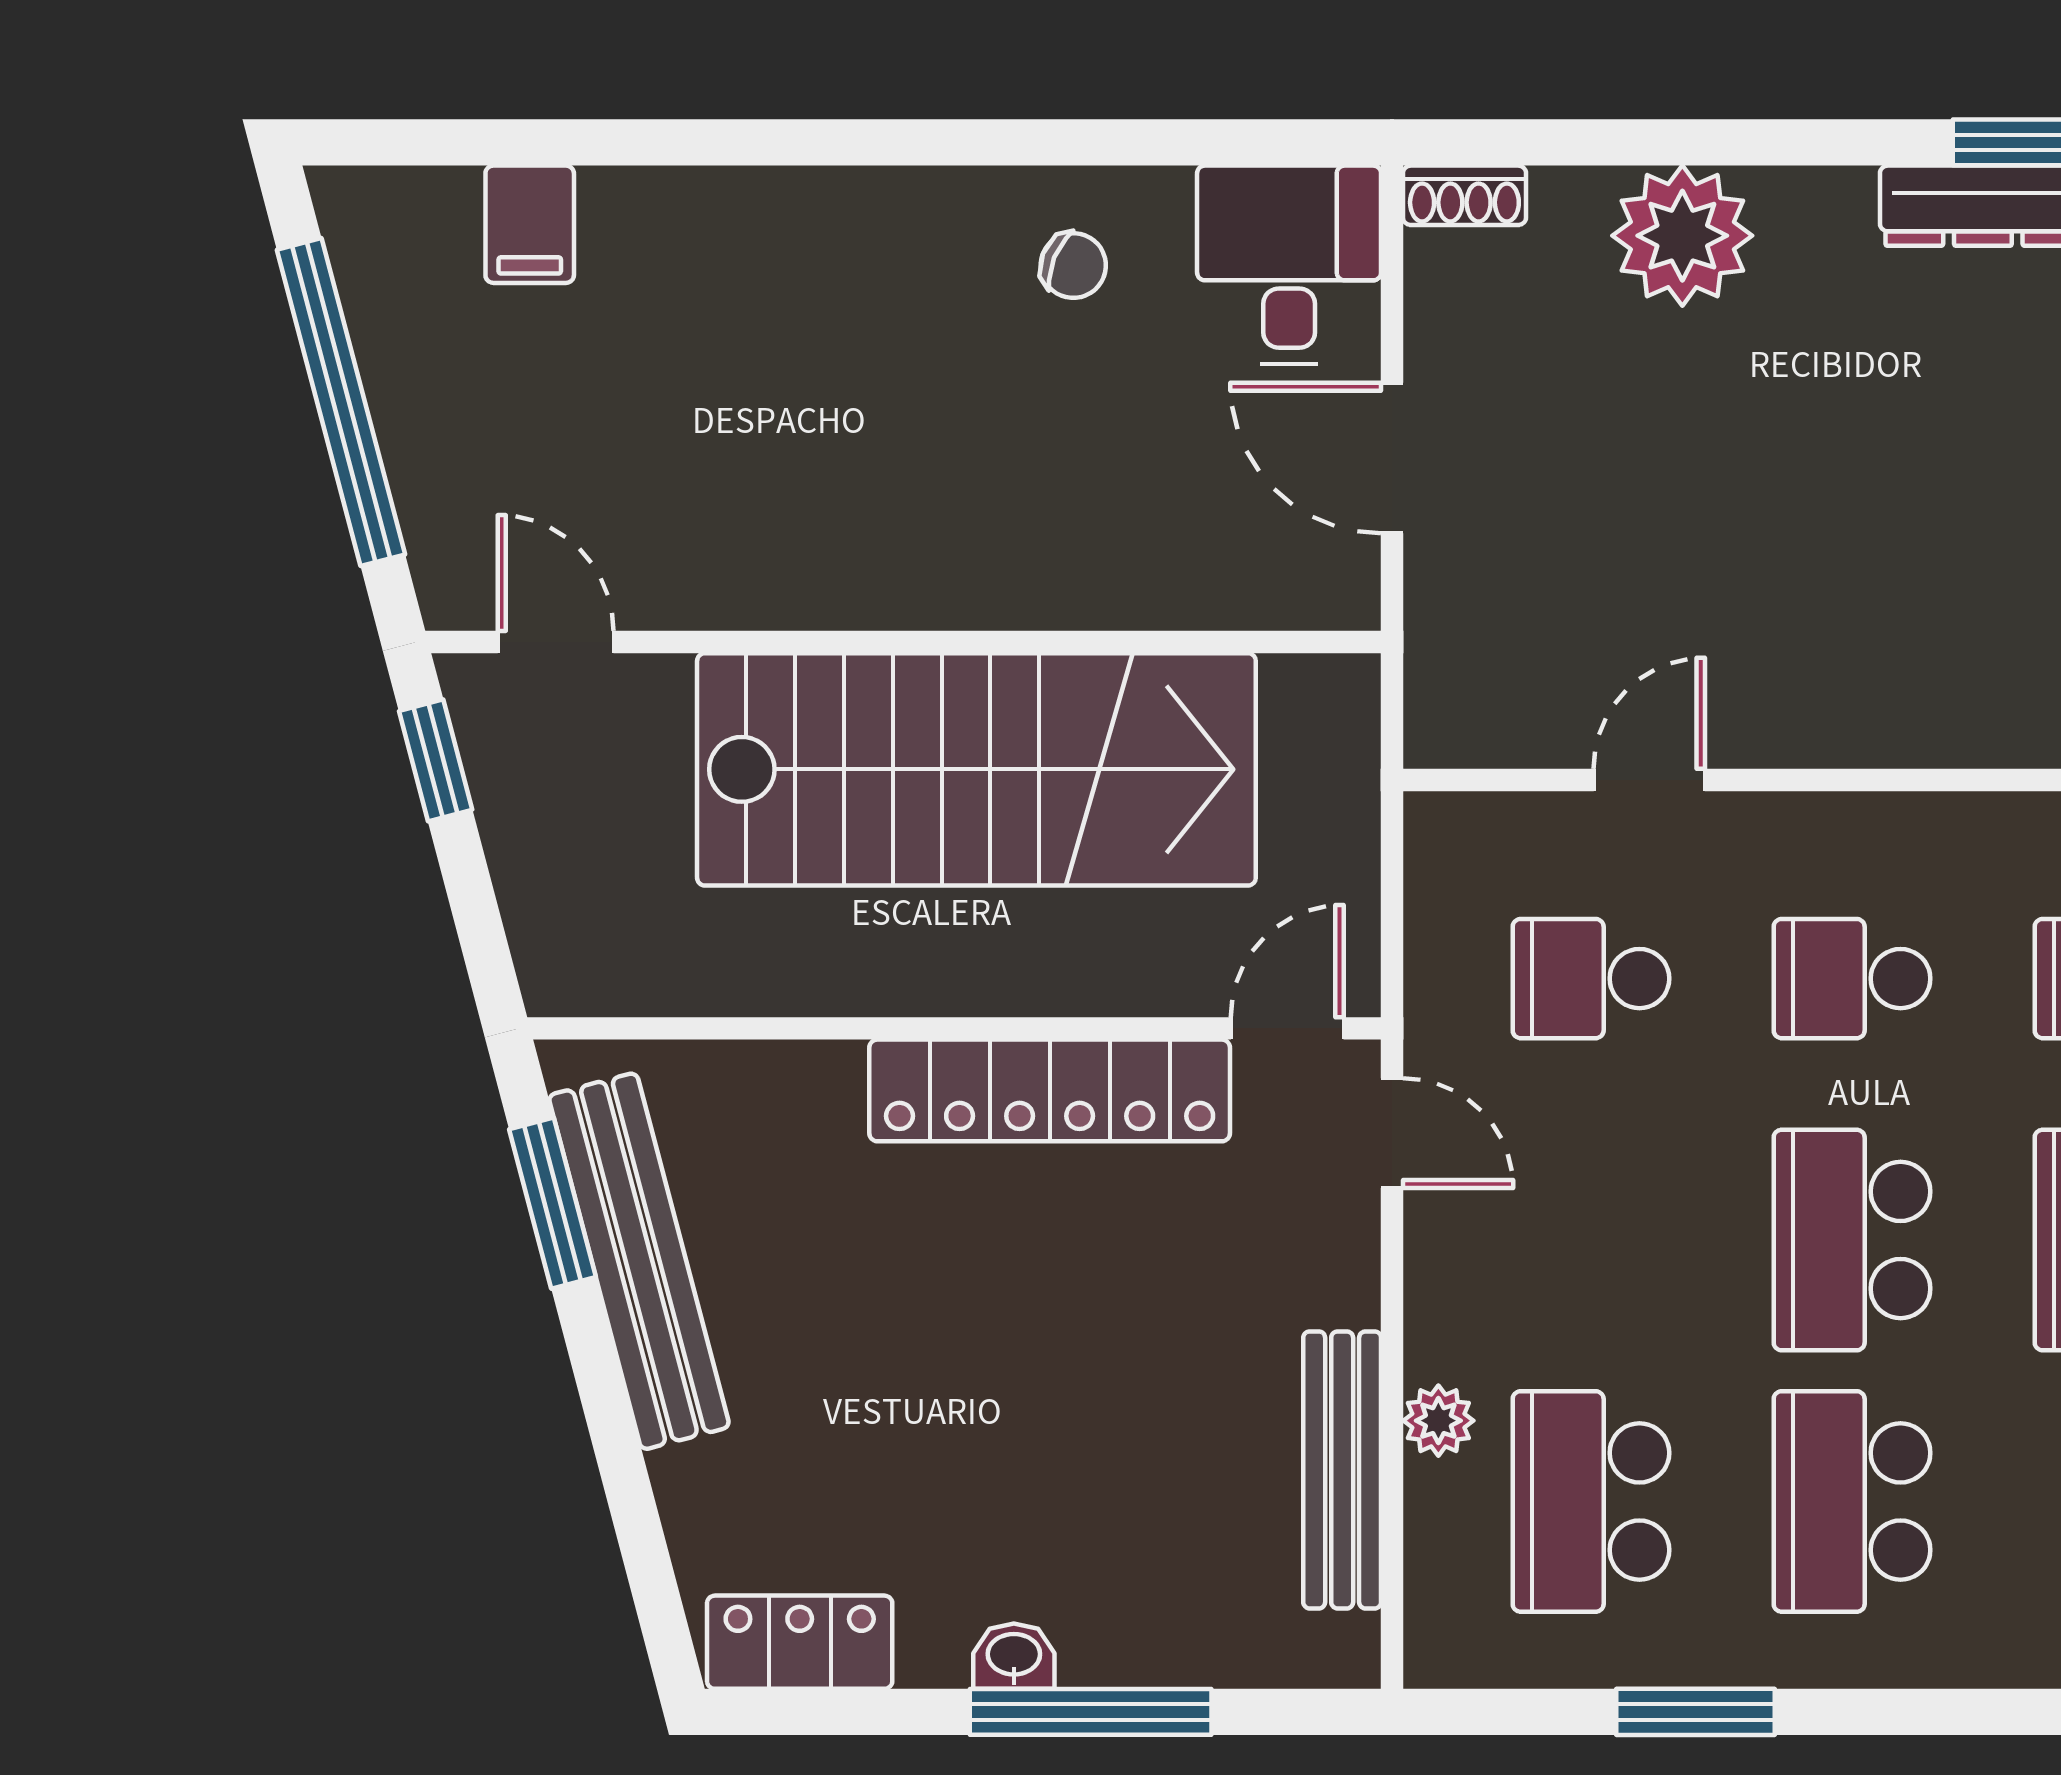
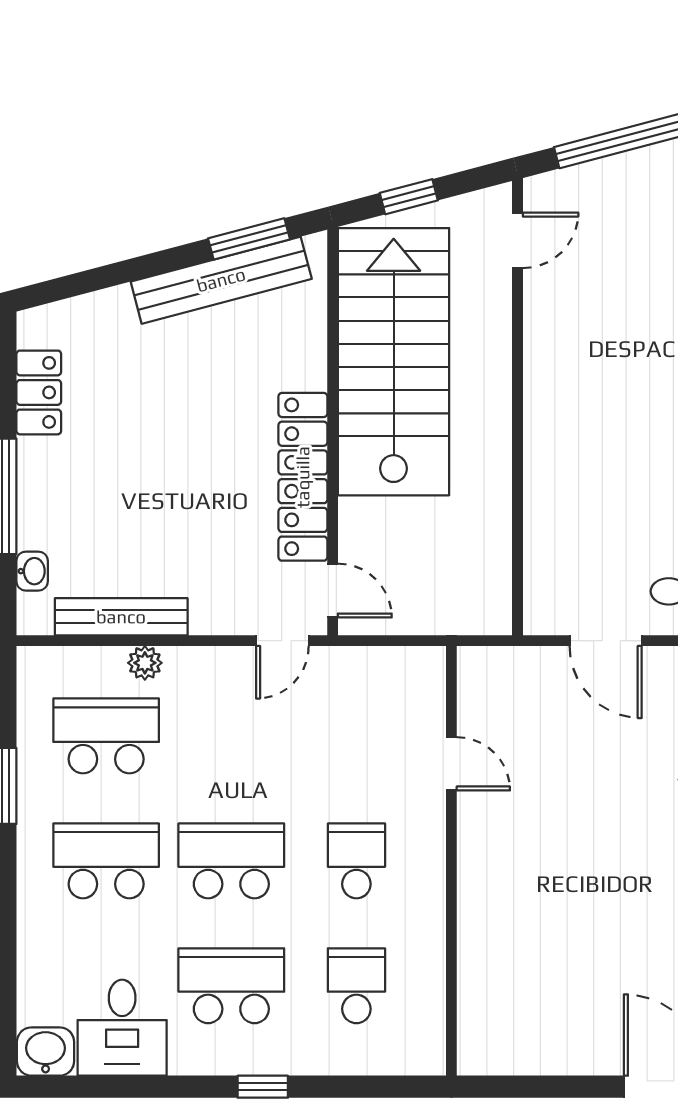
door: (1392, 458) -> (606, 641), swing flipped
window: (436, 760) -> (409, 197), moved
stairs: (976, 769) -> (394, 362), moved, turned 180
school desk: (1591, 979) -> (356, 736), removed
locker: (800, 1642) -> (39, 392), moved
washbasin: (1014, 1656) -> (32, 571), moved

